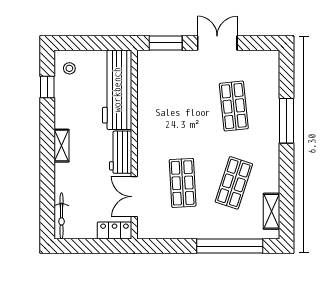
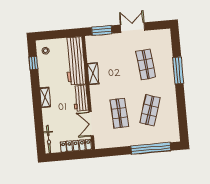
shelving: (271, 211) -> (93, 74), moved
locker: (115, 230) -> (76, 146), width x1.53

